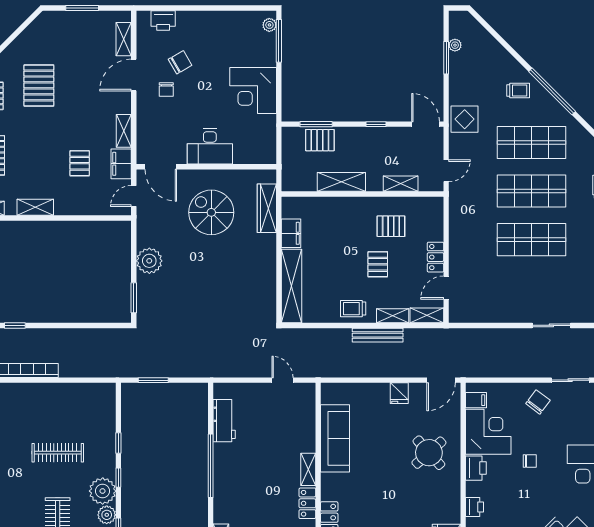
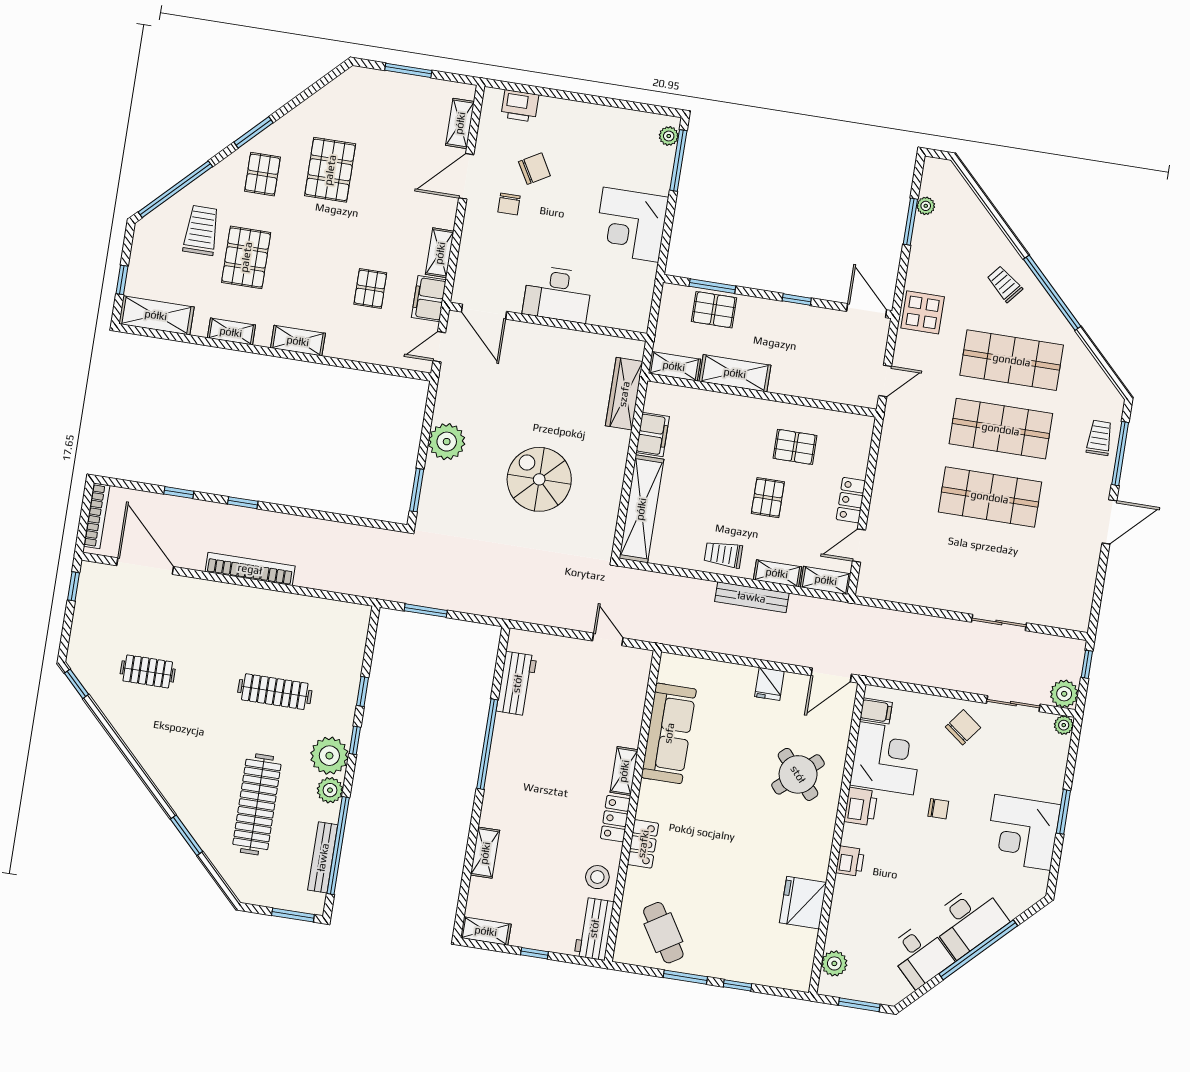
trolley: (518, 90) -> (1005, 284), turned -140
shelving: (401, 184) -> (674, 366), moved
spiral stairs: (211, 212) -> (539, 479), moved

